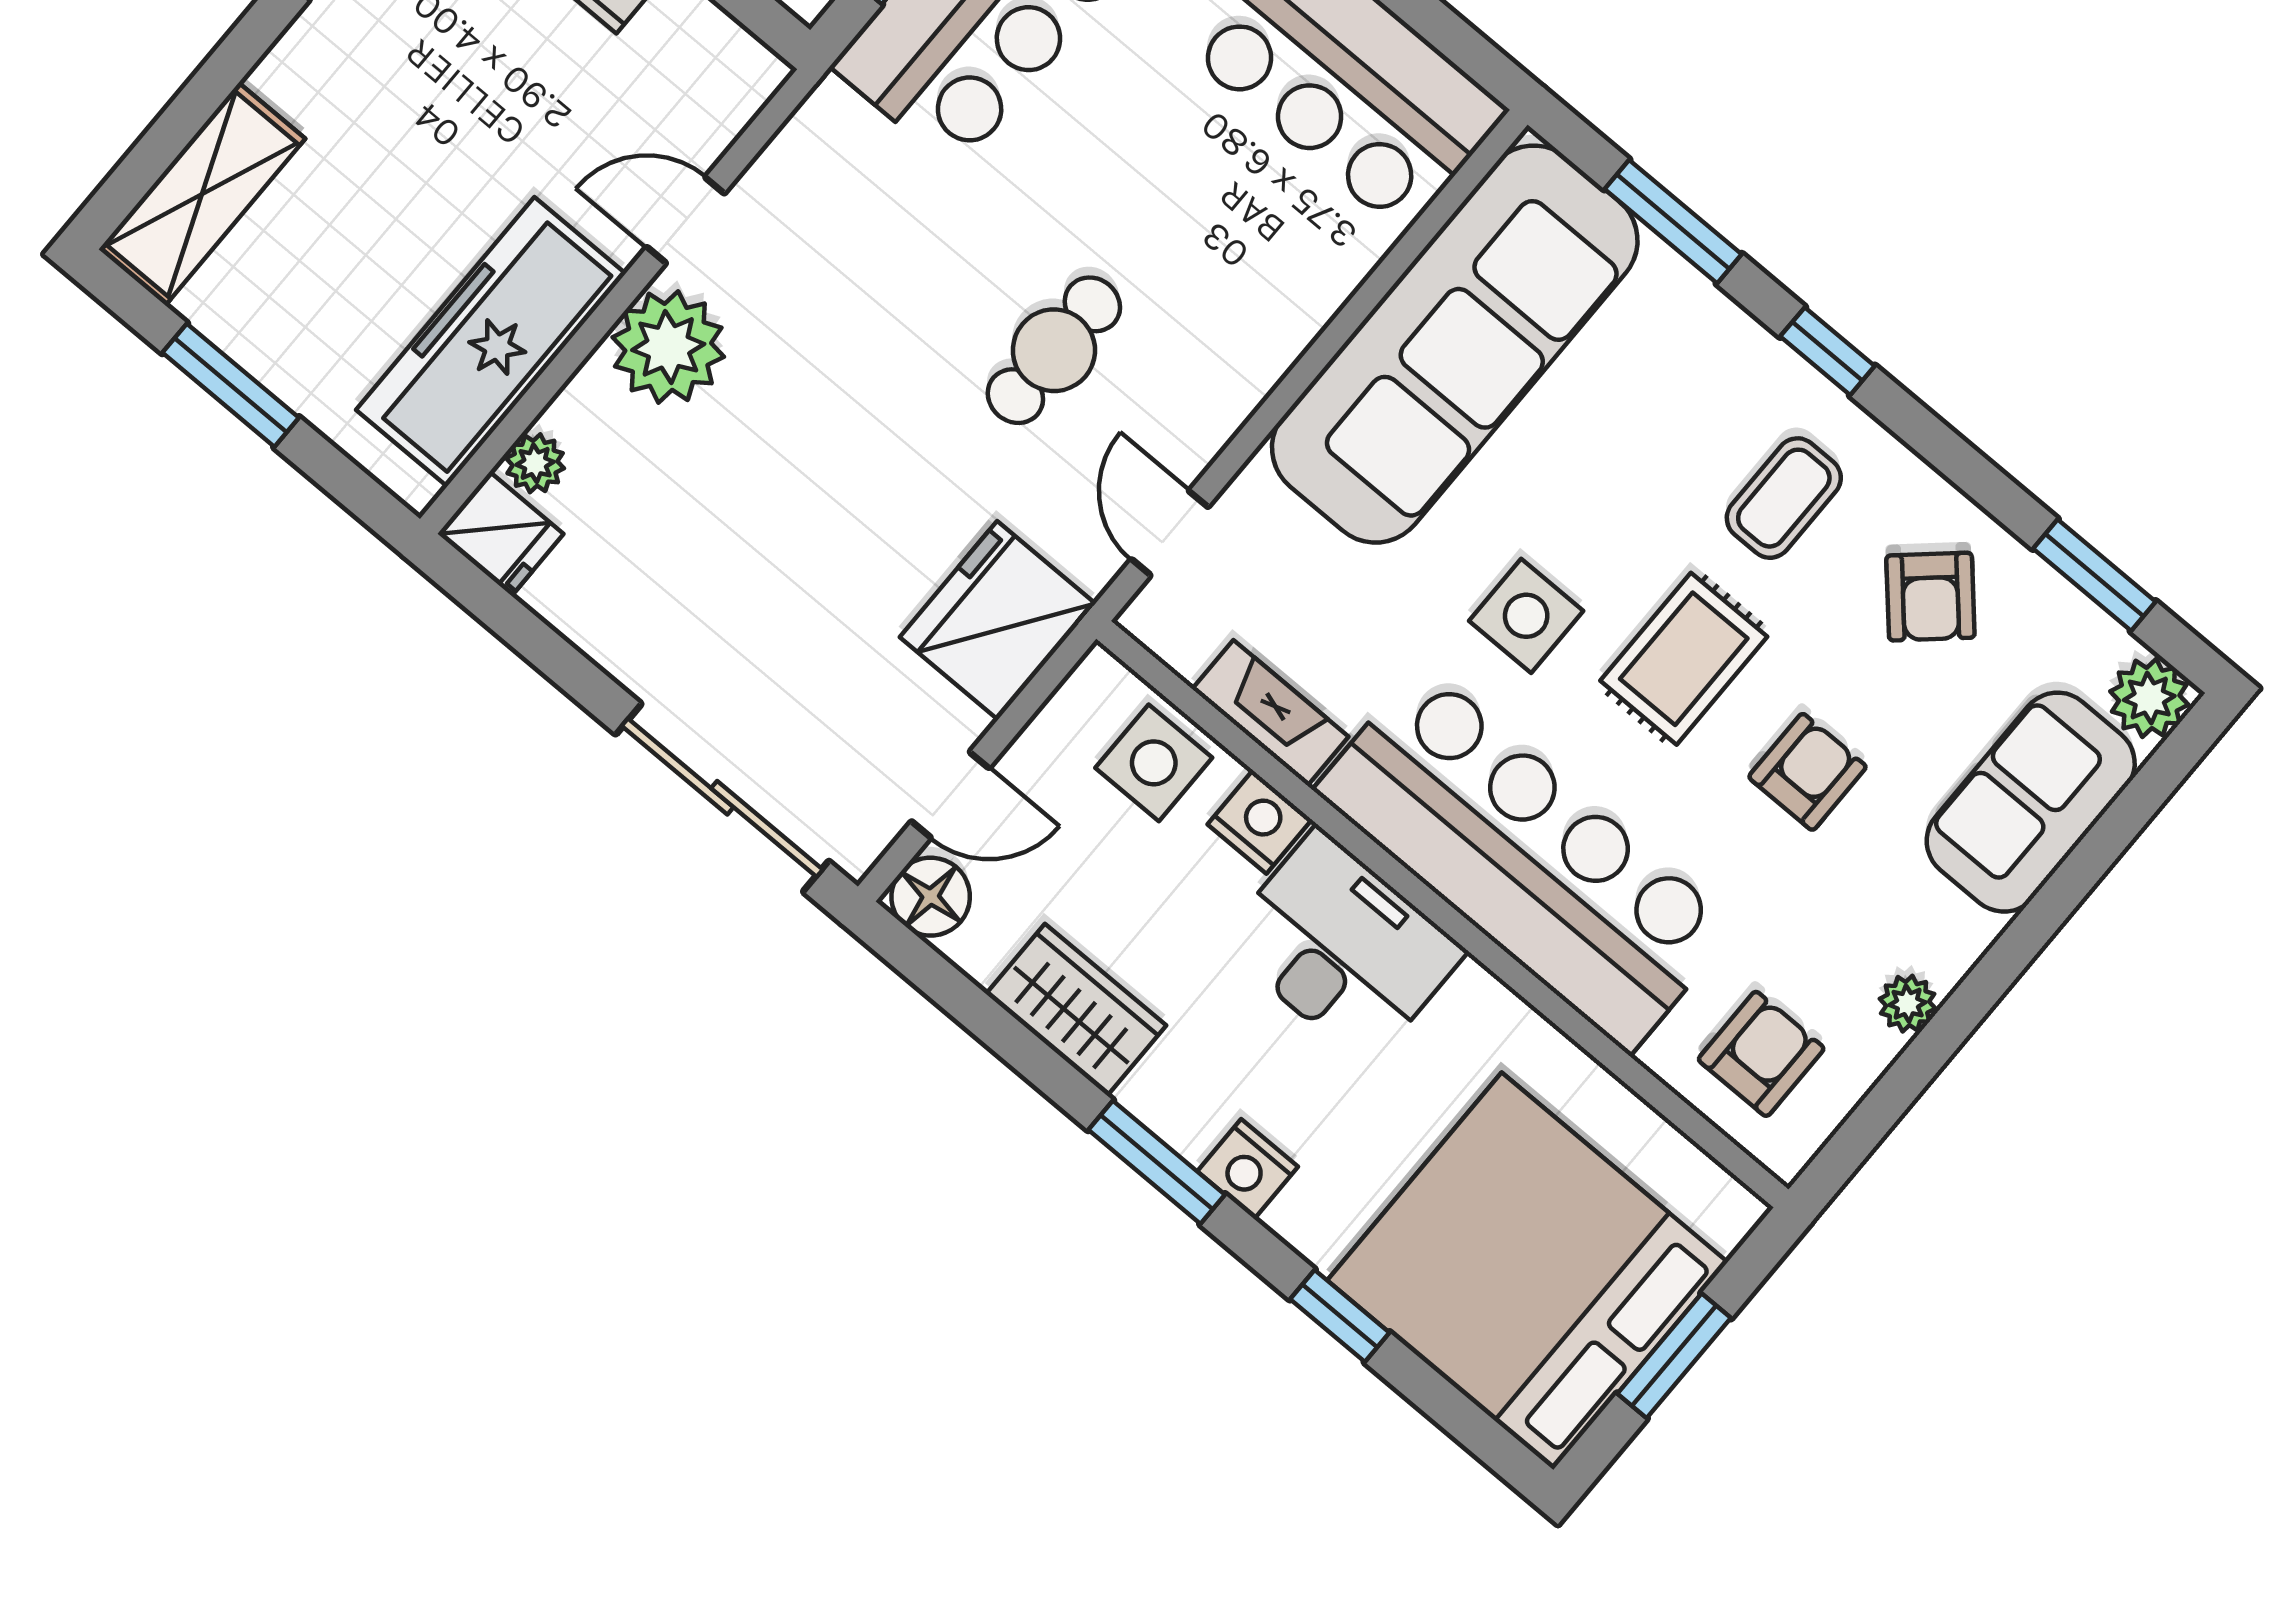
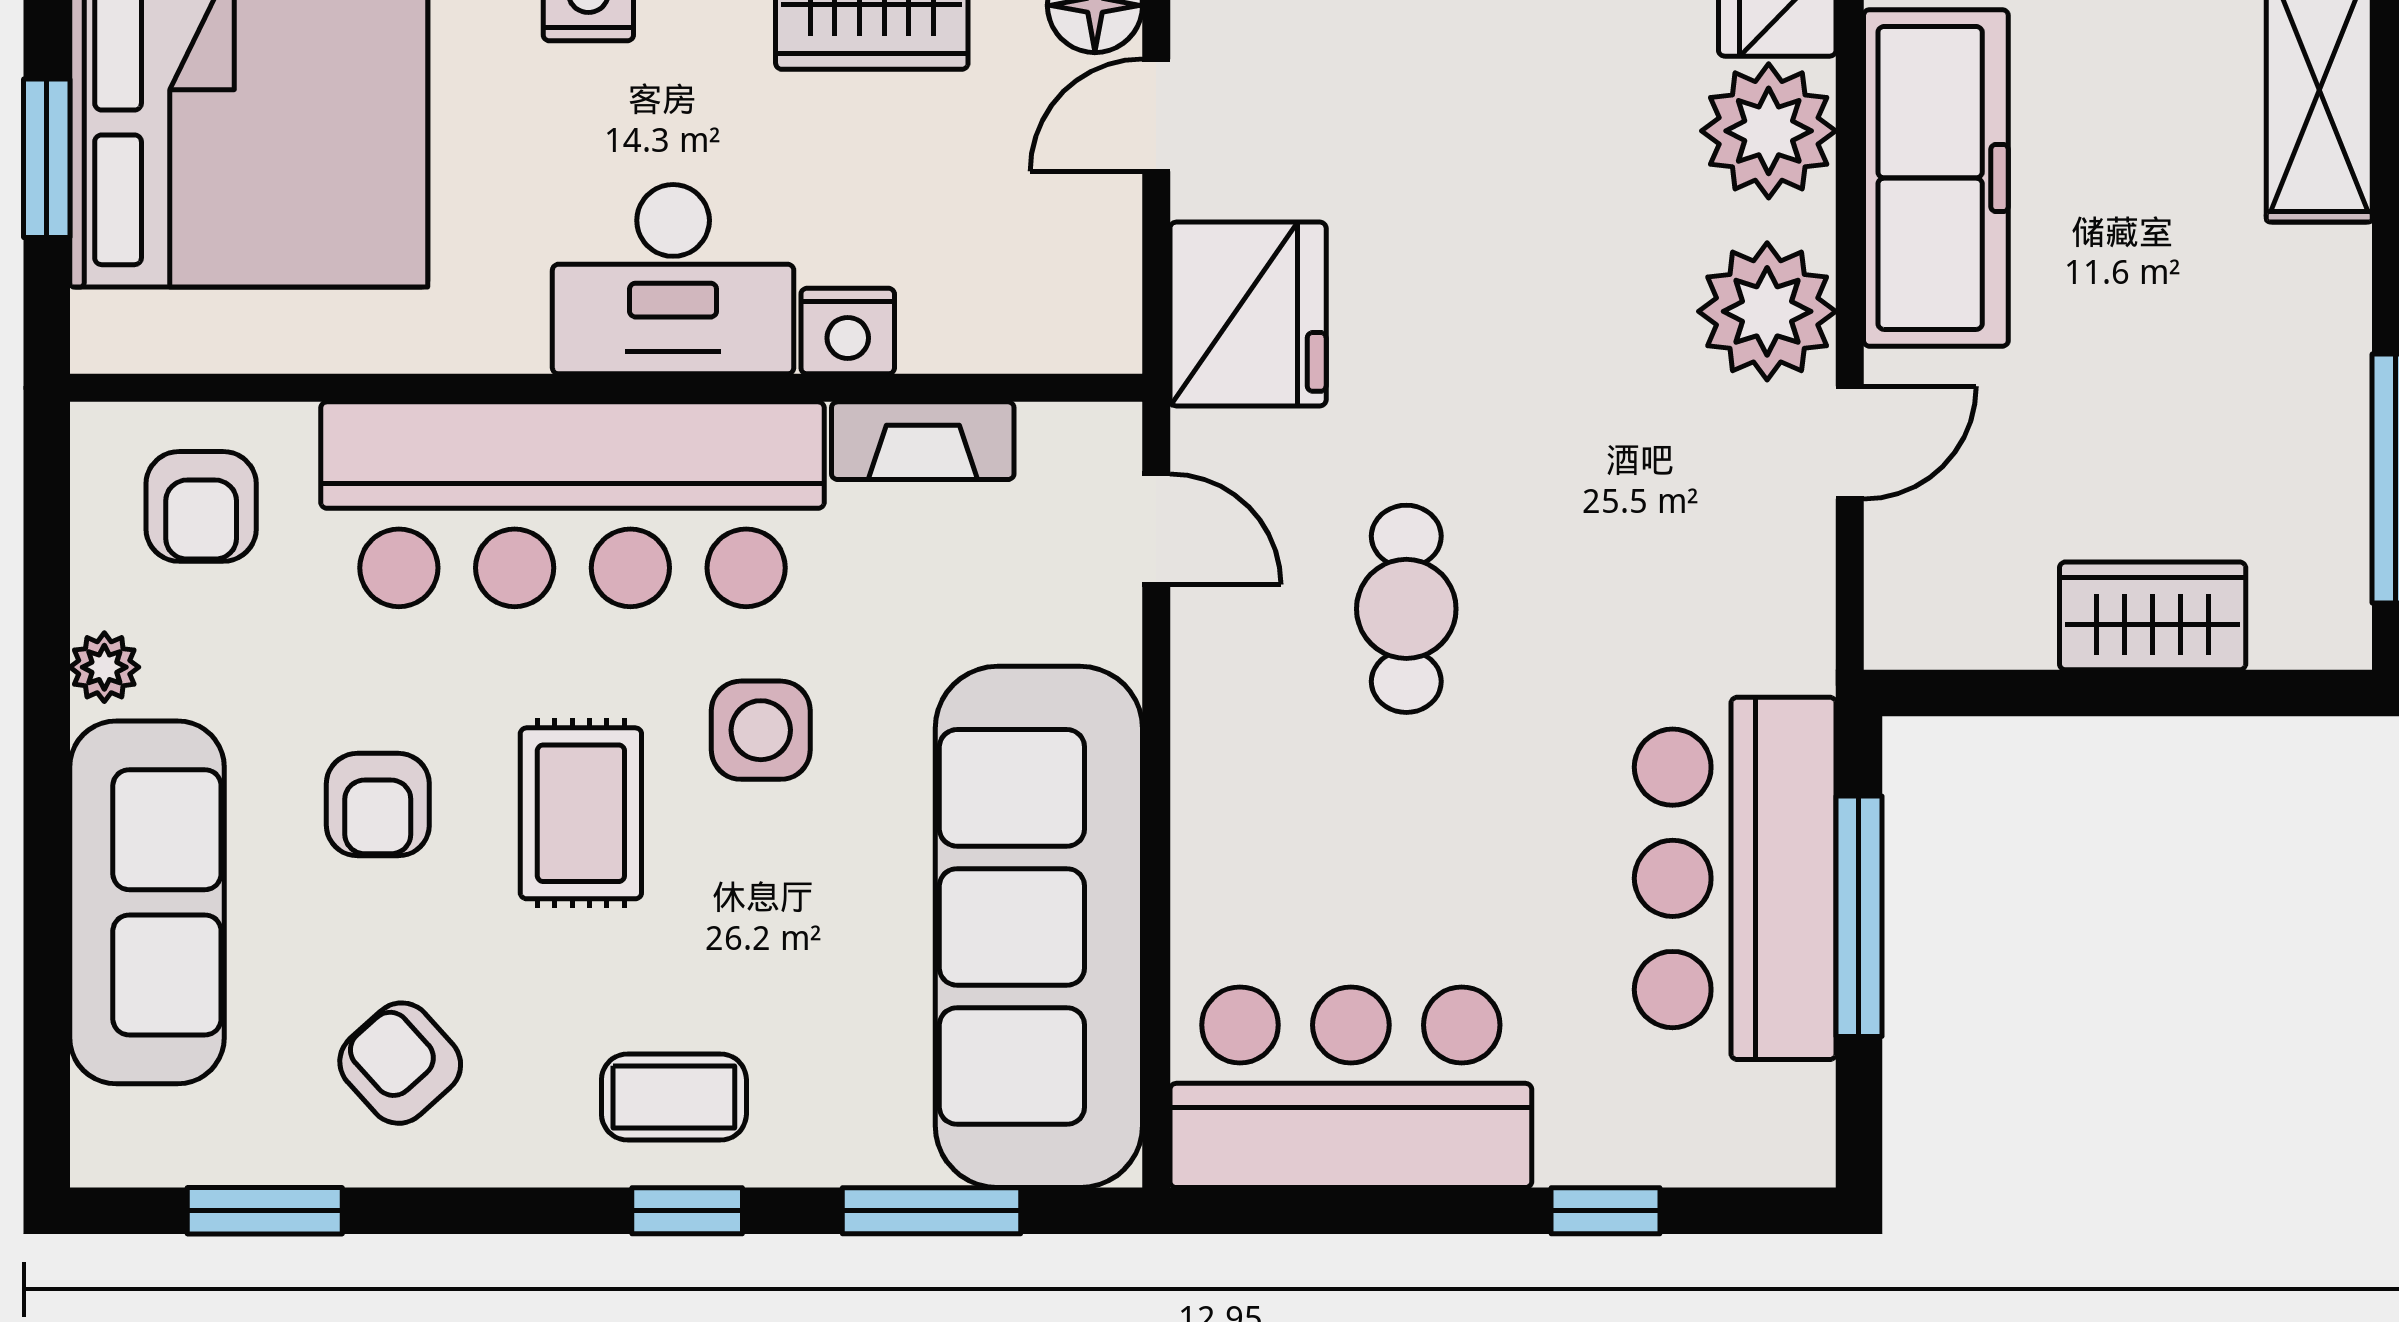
plant: (535, 463) -> (1769, 131), width x1.88, depth x1.88
coffee table: (1784, 498) -> (674, 1097), moved, turned 90
plant: (2149, 698) -> (118, 1139), removed
side table: (1154, 763) -> (992, 303), removed
sofa: (2031, 802) -> (147, 902), width x1.36

